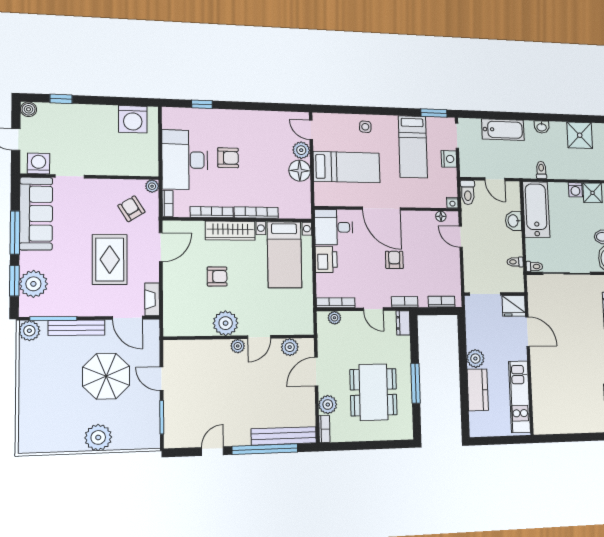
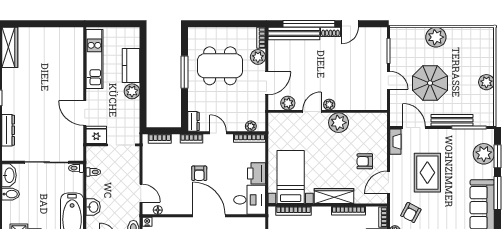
armchair: (131, 209) -> (411, 213), turned 60
bookcase: (256, 213) -> (293, 211), moved
armchair: (217, 276) -> (365, 161), moved
plant: (29, 331) -> (486, 82), moved
dining table: (373, 392) -> (220, 66), turned 90
shoe rack: (237, 440) -> (330, 32), added

